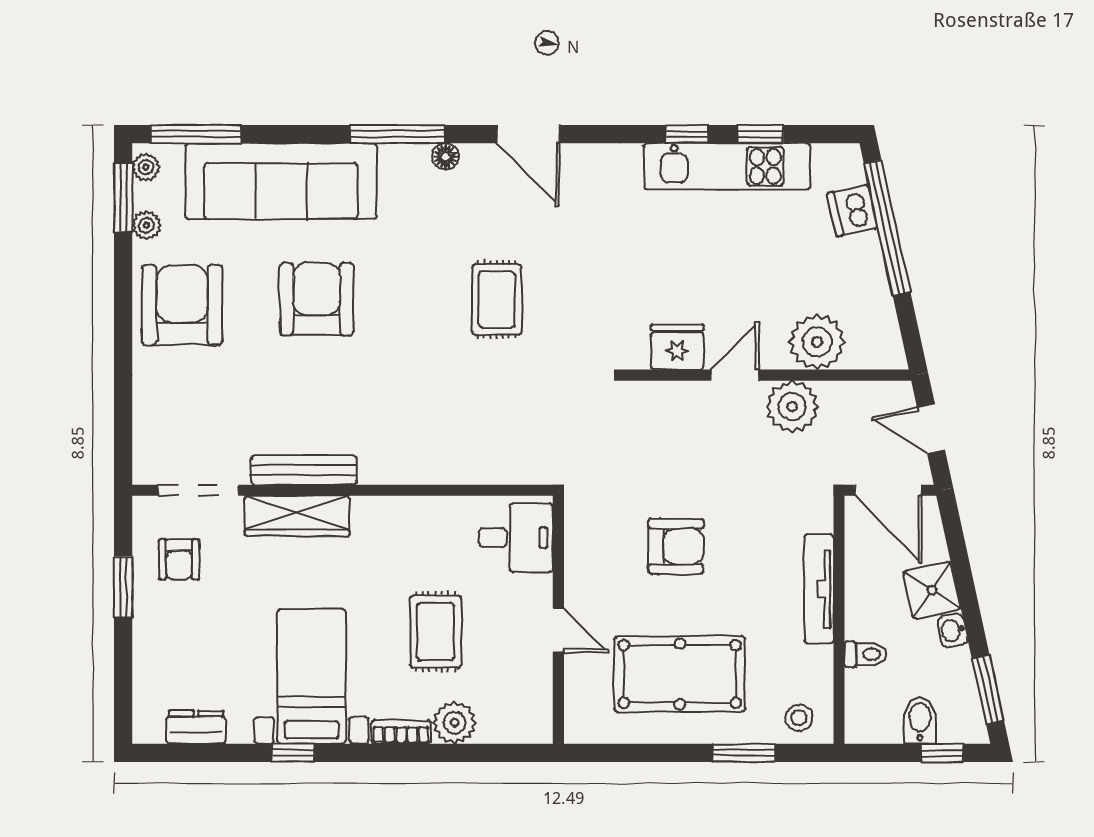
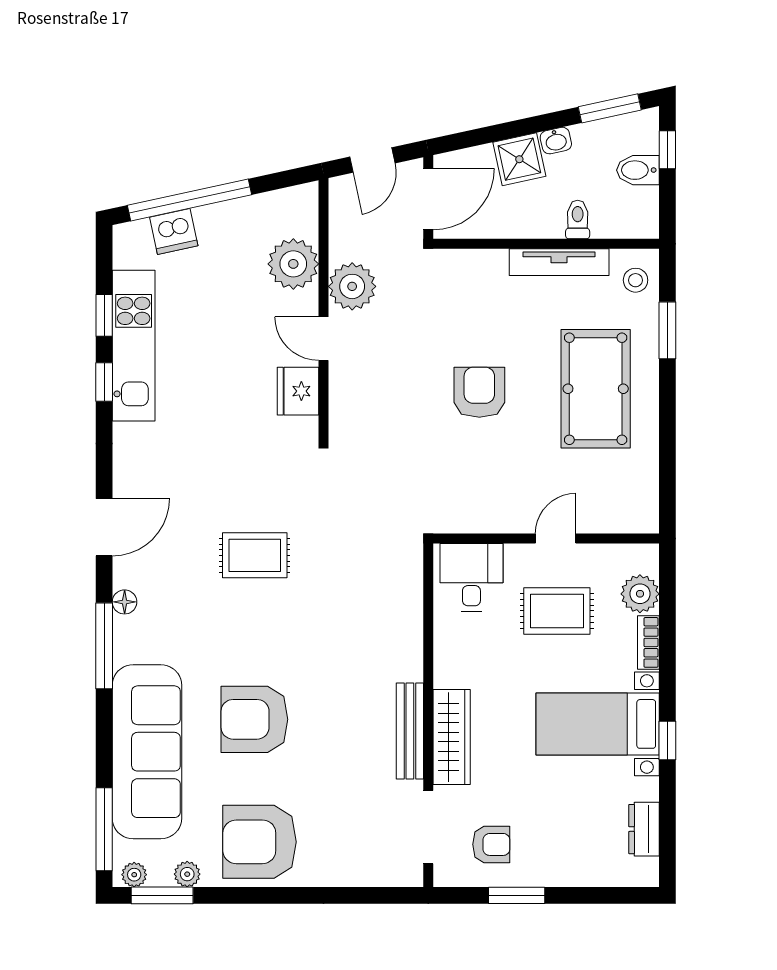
desk: (516, 538) -> (471, 577), moved
tv unit: (819, 589) -> (559, 262), moved
wall: (558, 620) -> (546, 538), moved
door: (558, 630) -> (556, 538), moved

